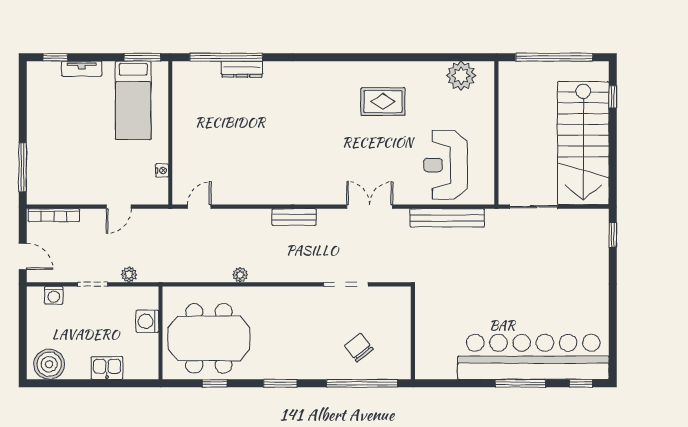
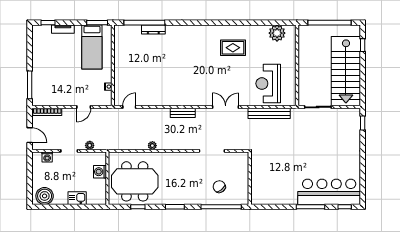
bar counter: (533, 357) -> (329, 192), width x0.73

